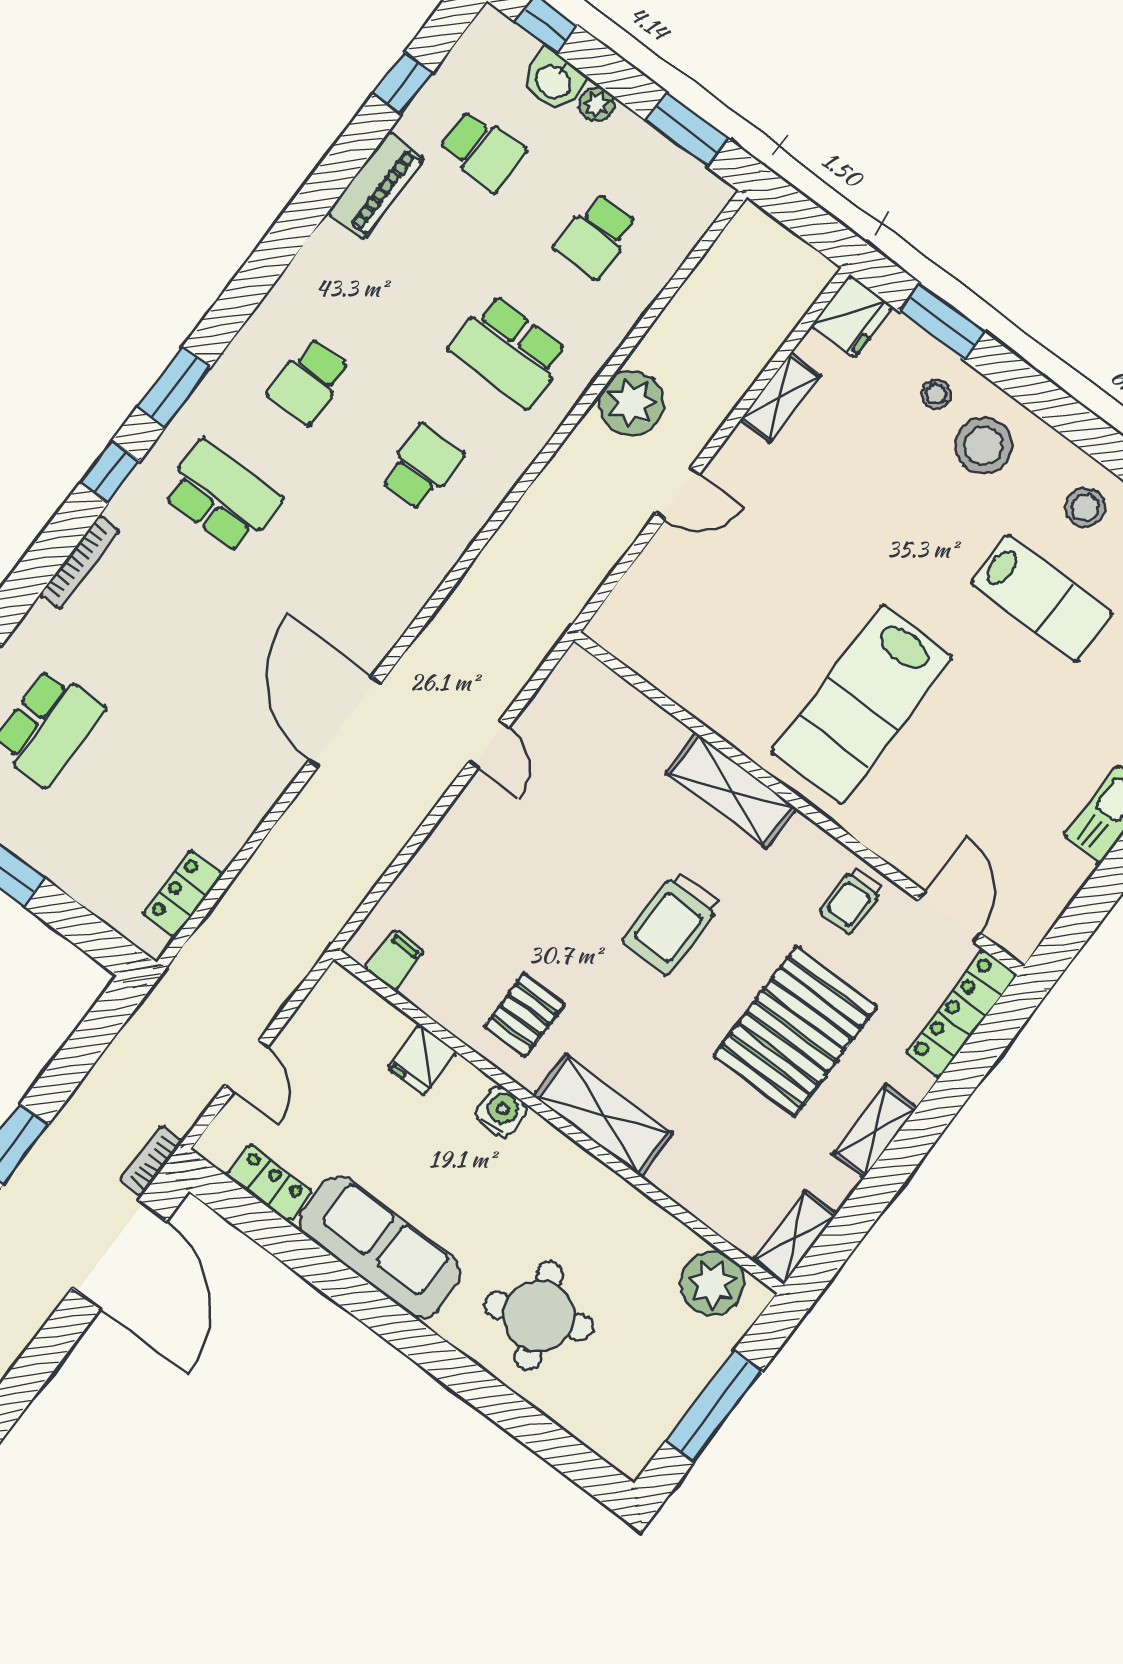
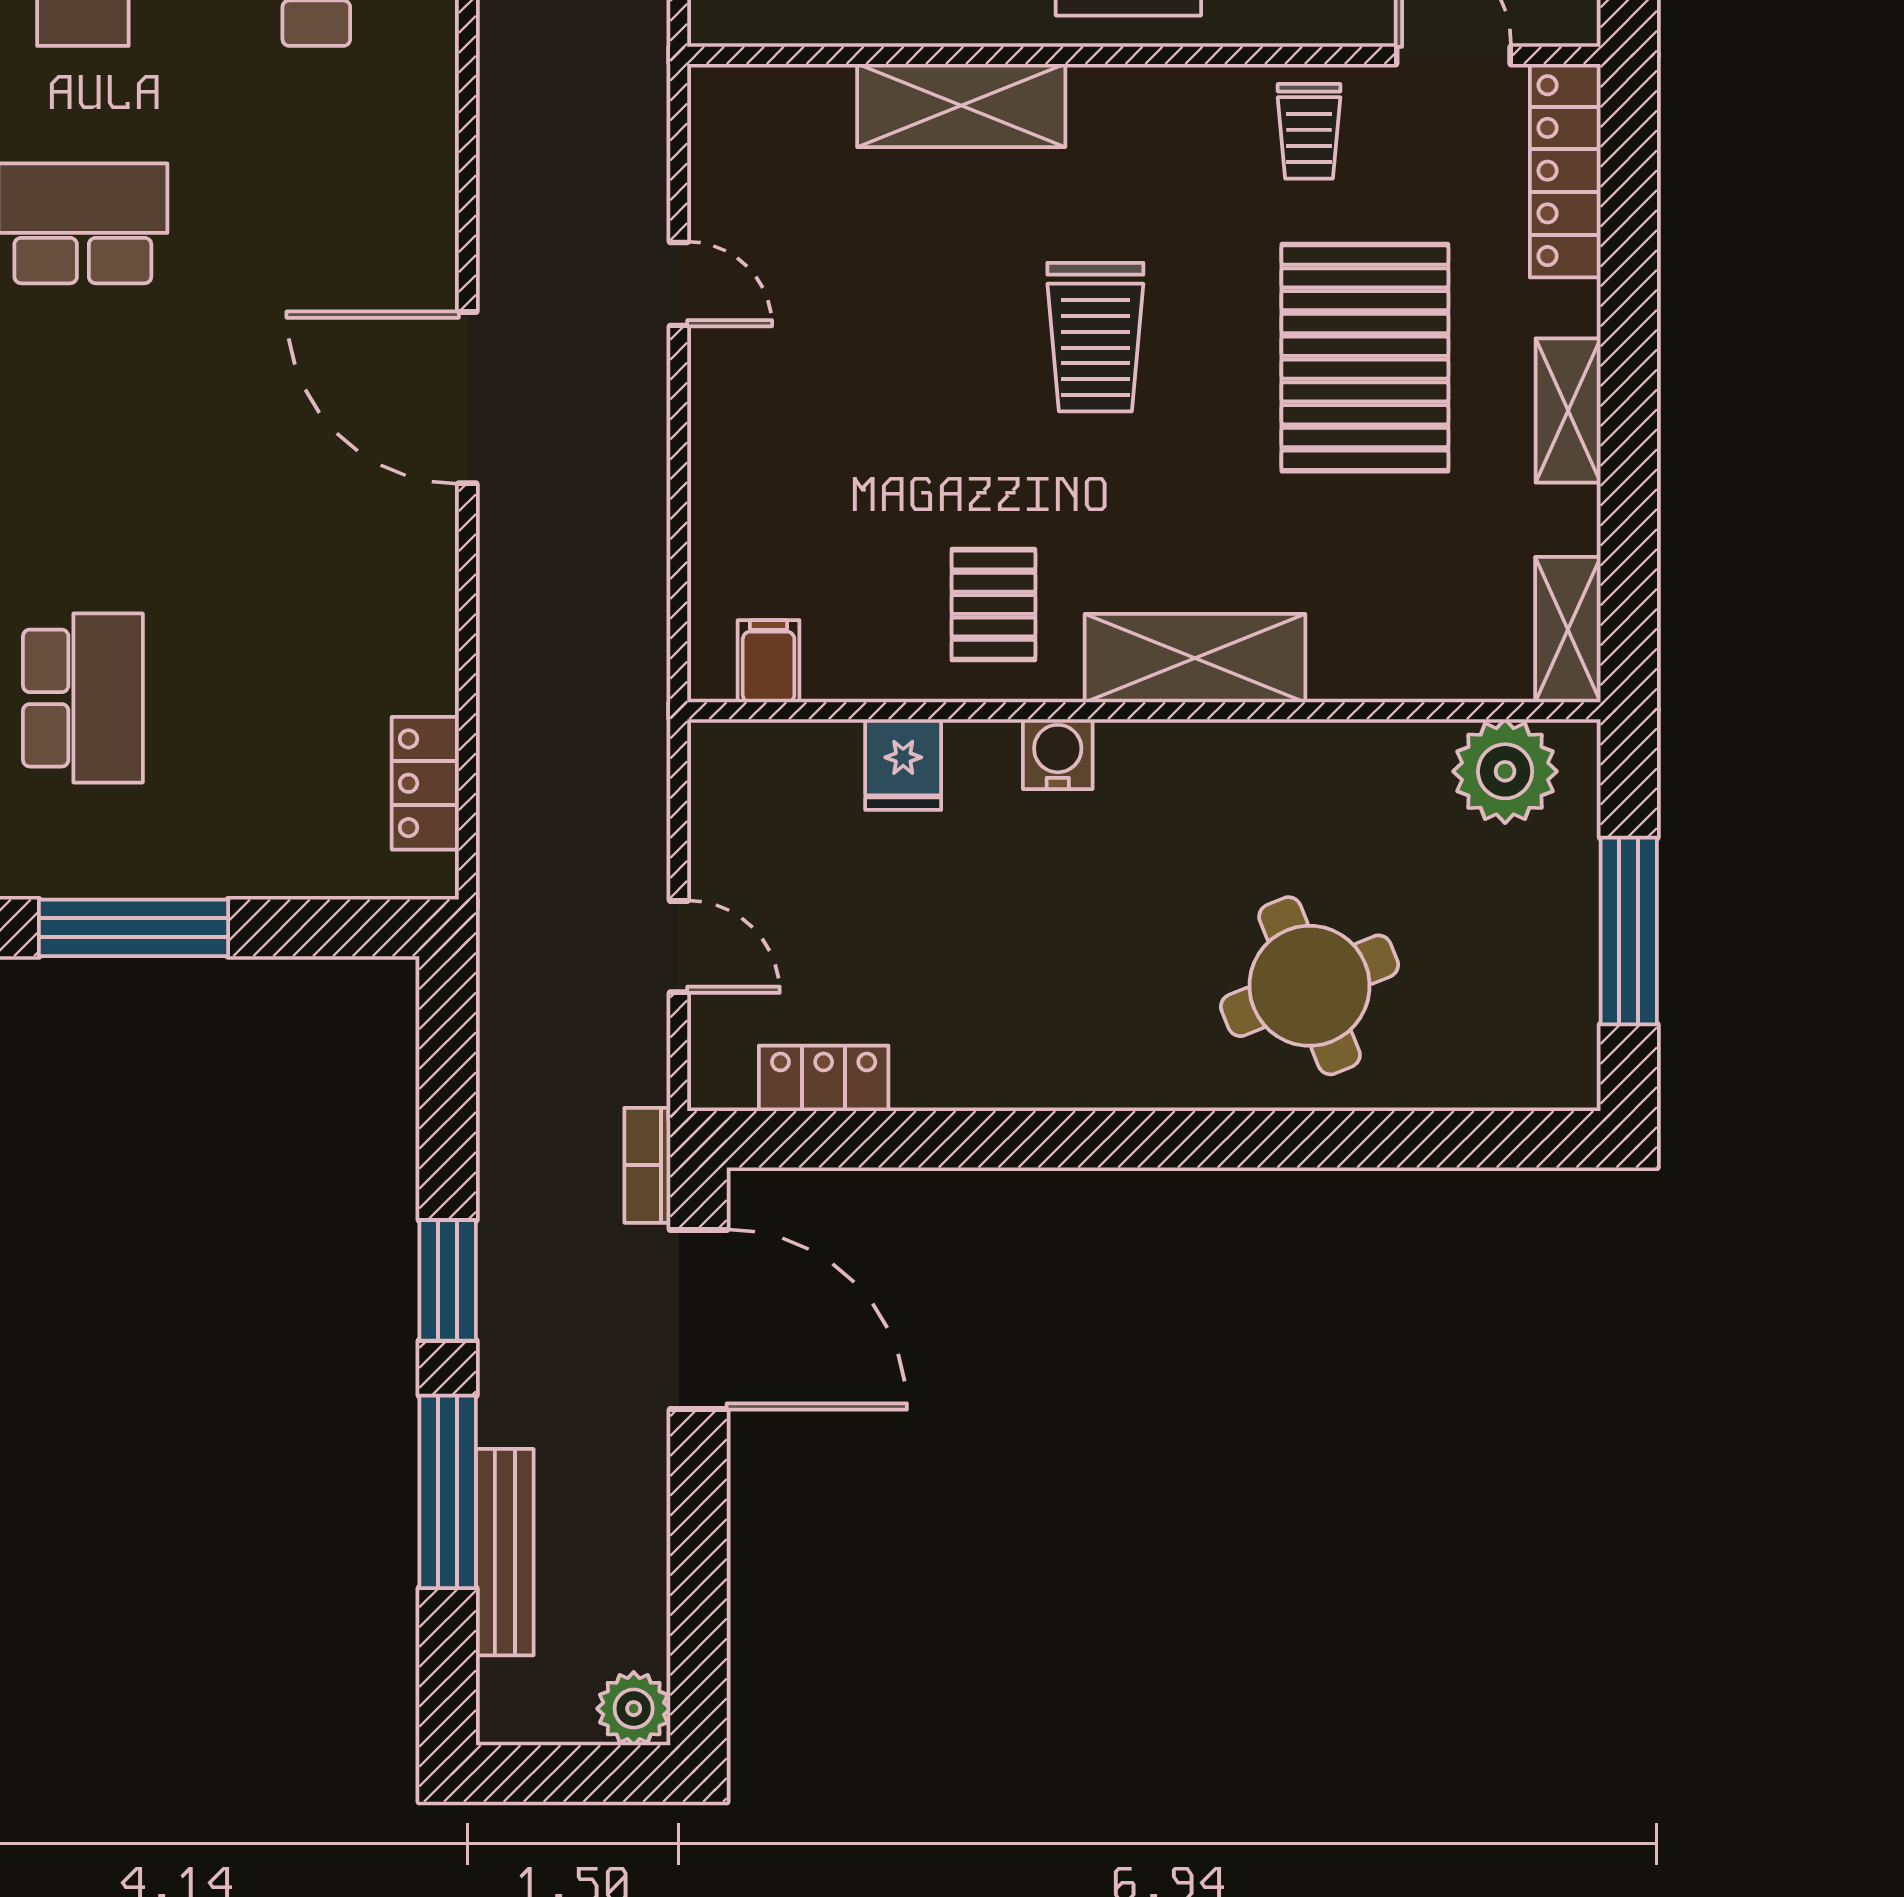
shelving: (731, 791) -> (961, 105), moved
sofa: (380, 1247) -> (1033, 1052), removed

